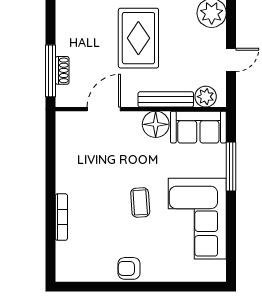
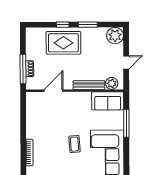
rug: (138, 38) -> (63, 43), moved, turned 90
floor lamp: (156, 124) -> (83, 99), removed

